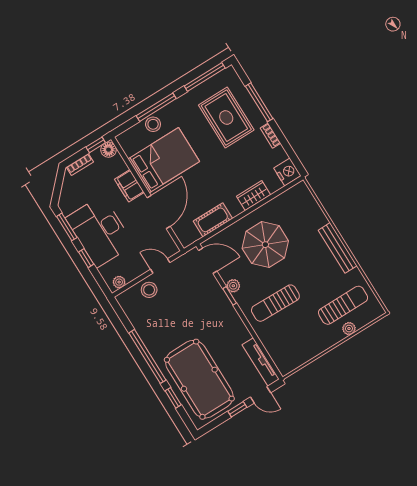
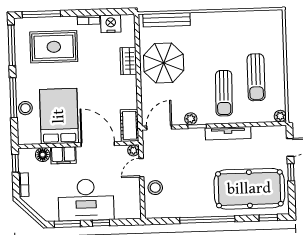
window: (259, 102) -> (41, 14), moved
floor lamp: (109, 150) -> (43, 155), moved
nightstand: (287, 172) -> (111, 24), moved
cot: (213, 220) -> (130, 125), moved
parasol: (265, 245) -> (164, 63), moved
bench: (338, 248) -> (167, 20), moved
plant: (119, 282) -> (133, 150), moved
sun lounger: (343, 305) -> (256, 77), moved, turned 180
plant: (349, 329) -> (280, 116), moved
tv unit: (261, 362) -> (228, 133), moved
window: (173, 398) -> (268, 218), moved

